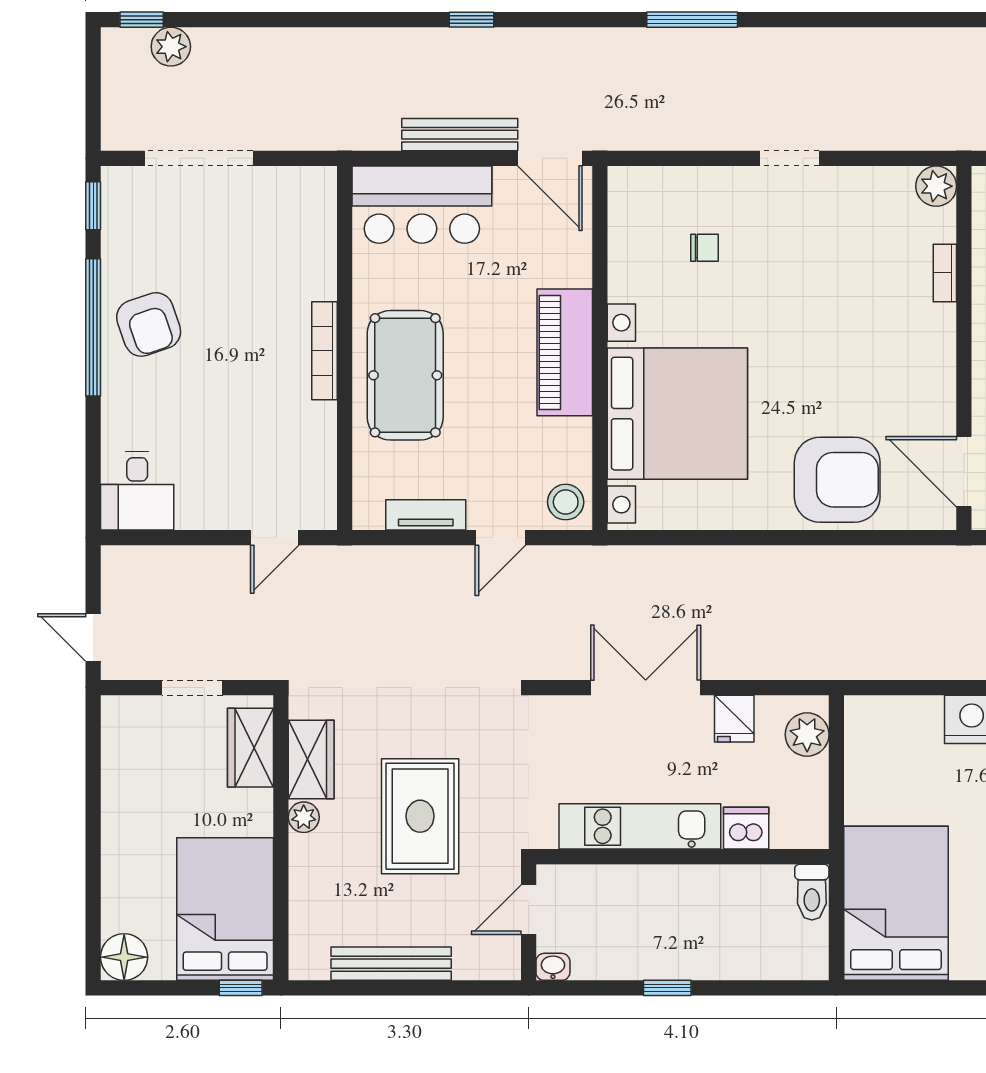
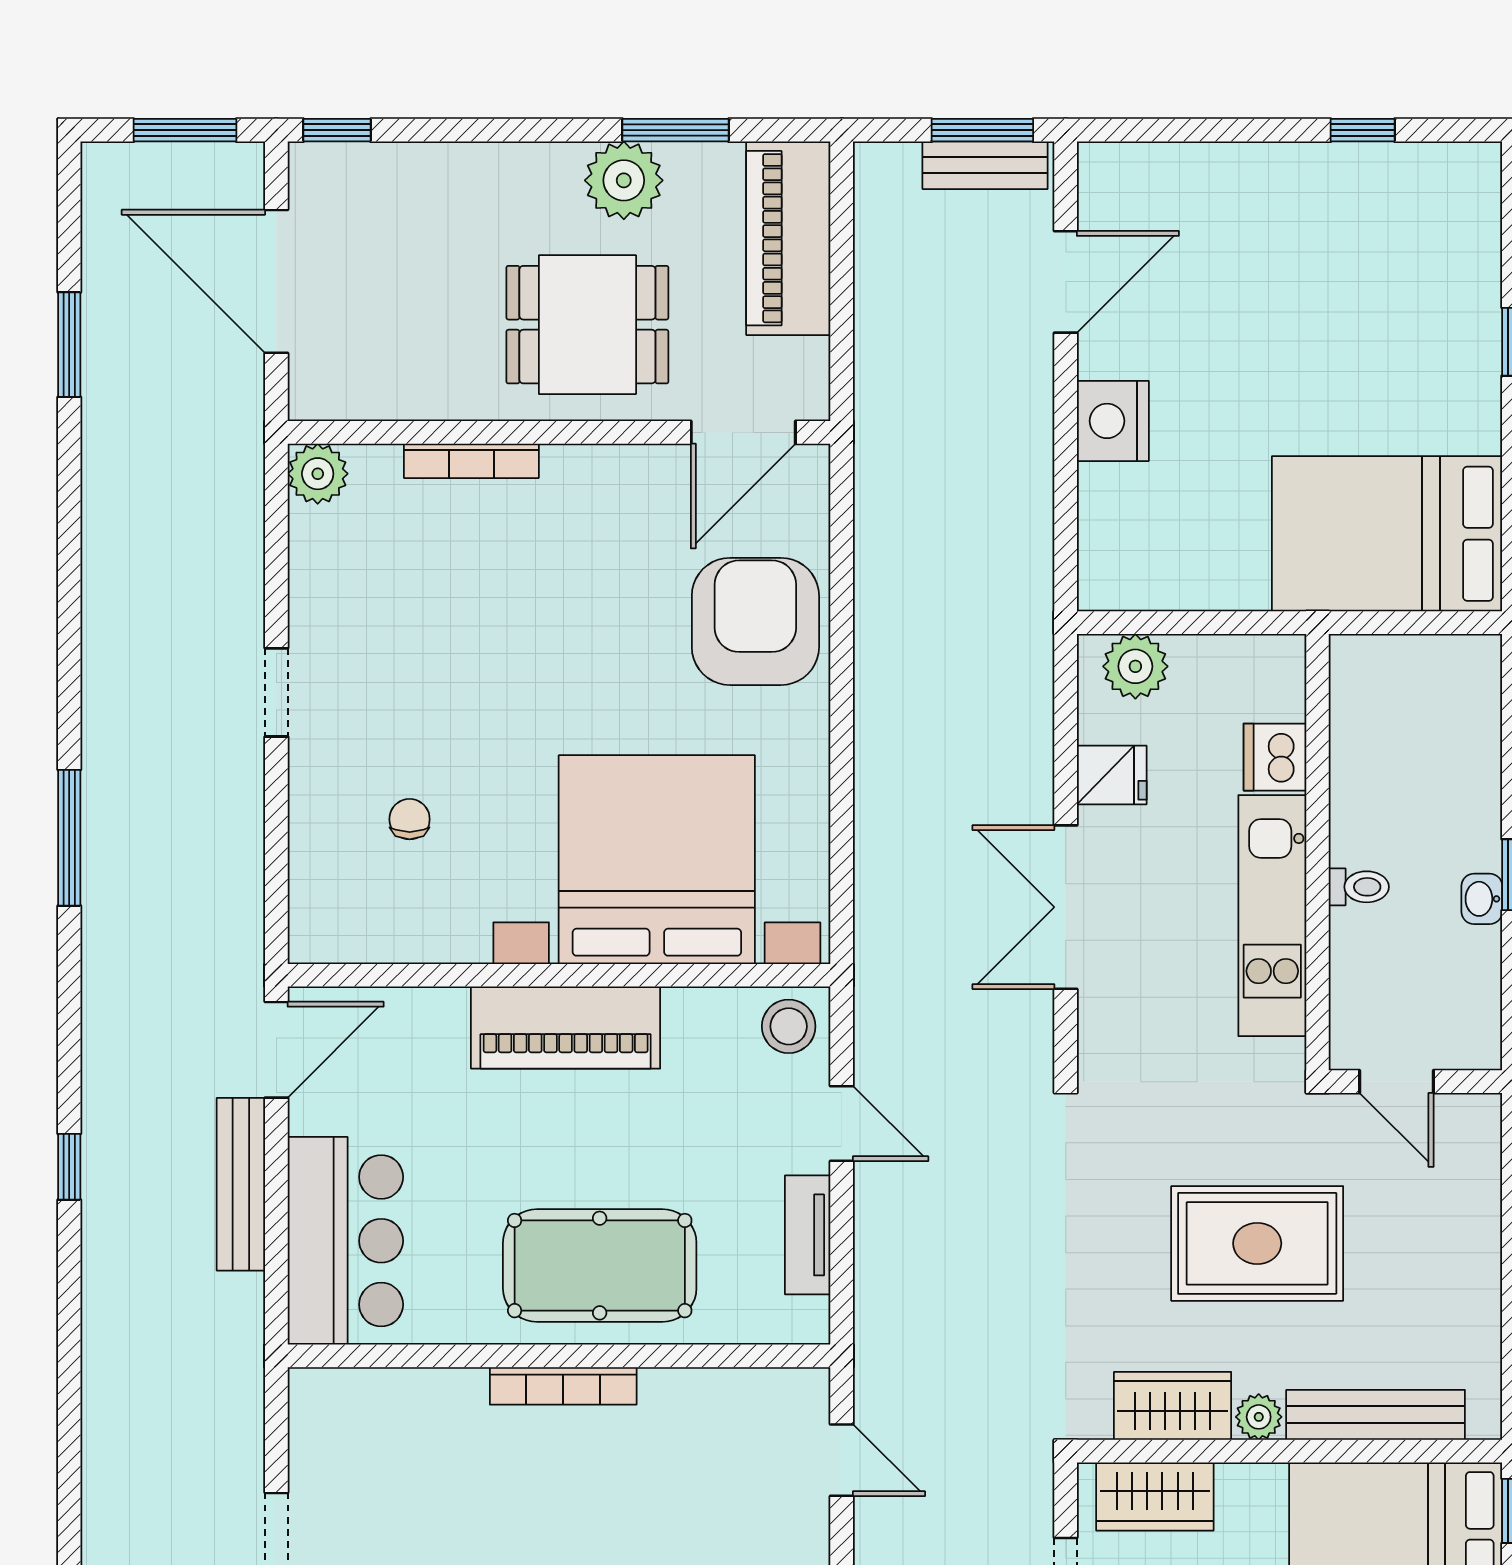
bookcase: (945, 273) -> (471, 461), width x1.56
toilet: (812, 892) -> (1359, 887), moved, width x0.73, depth x0.72
bench: (391, 964) -> (1376, 1415), moved, turned 90
washbasin: (553, 967) -> (1482, 899), moved

